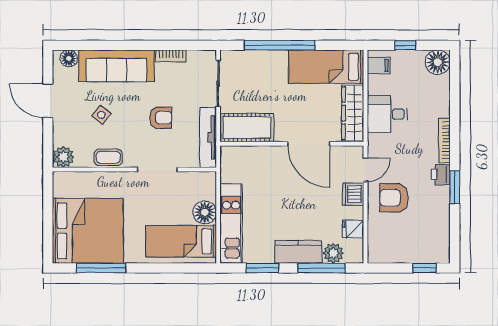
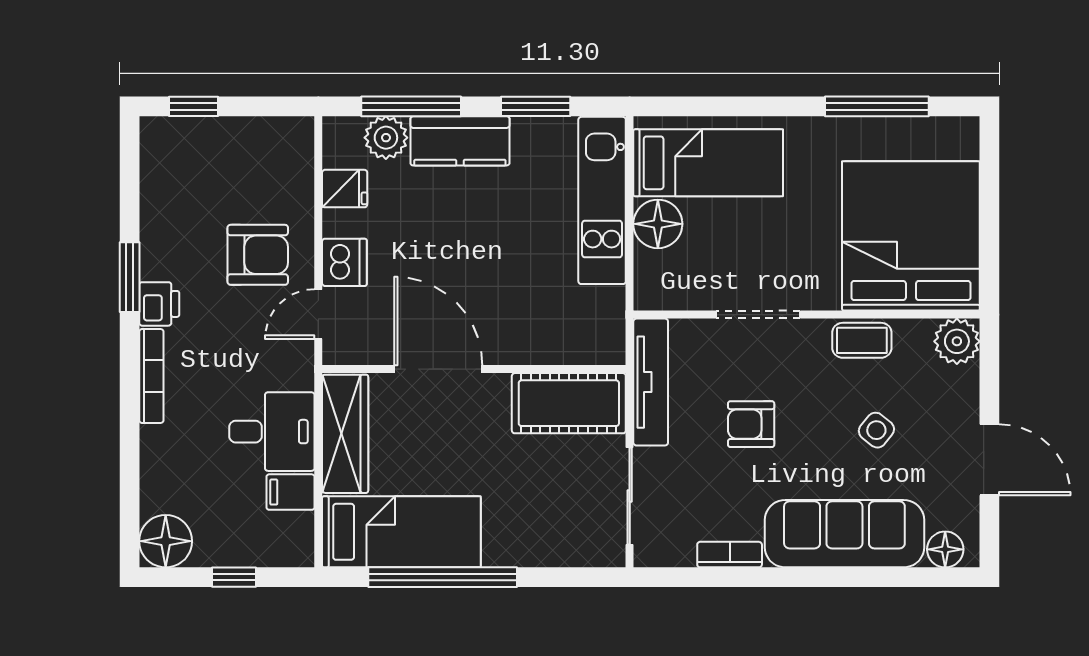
window: (279, 45) -> (443, 577), moved
filing cabinet: (379, 65) -> (291, 492), moved
bed: (88, 231) -> (911, 236), moved, turned 90

